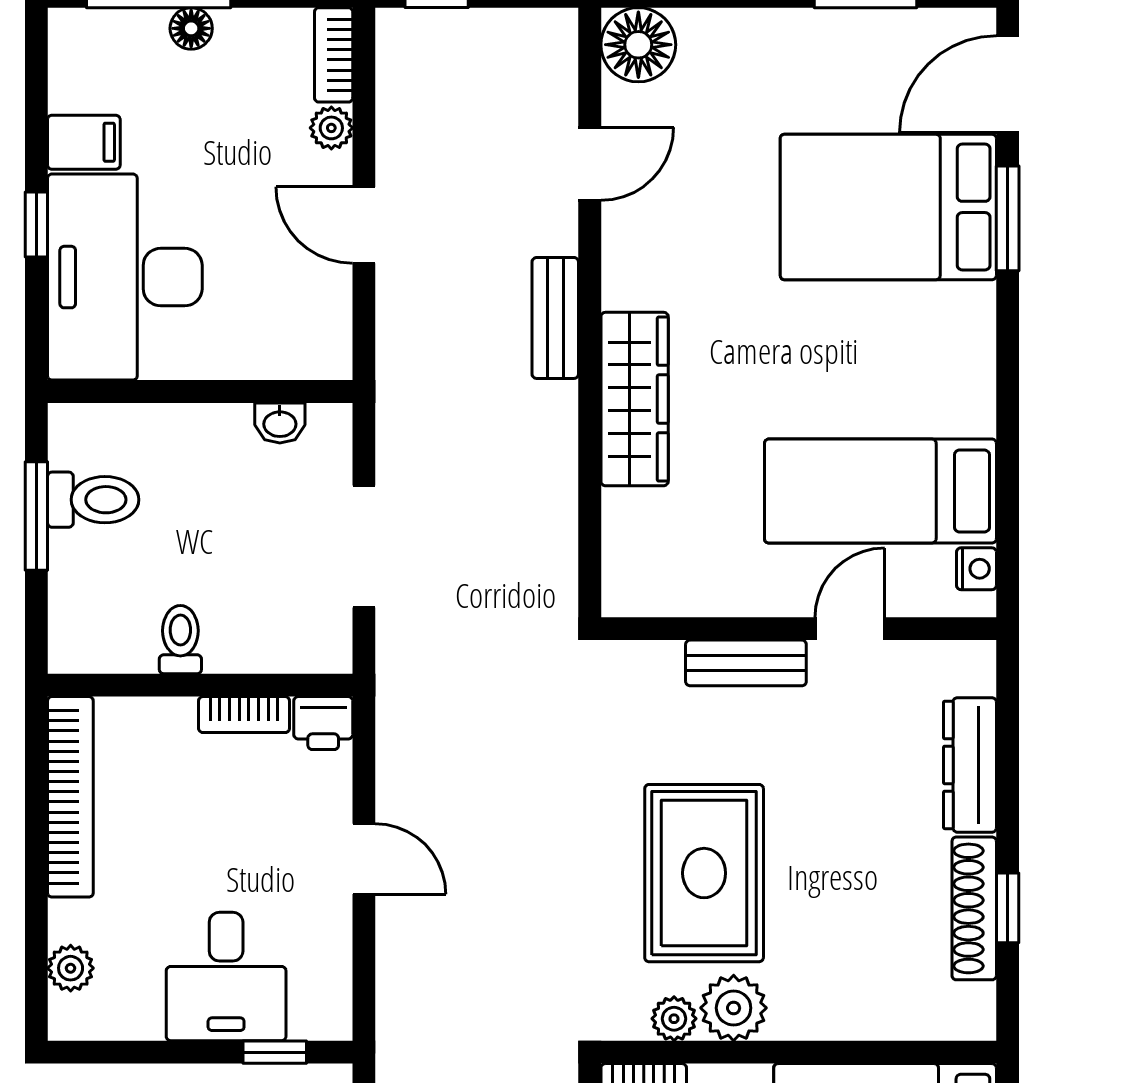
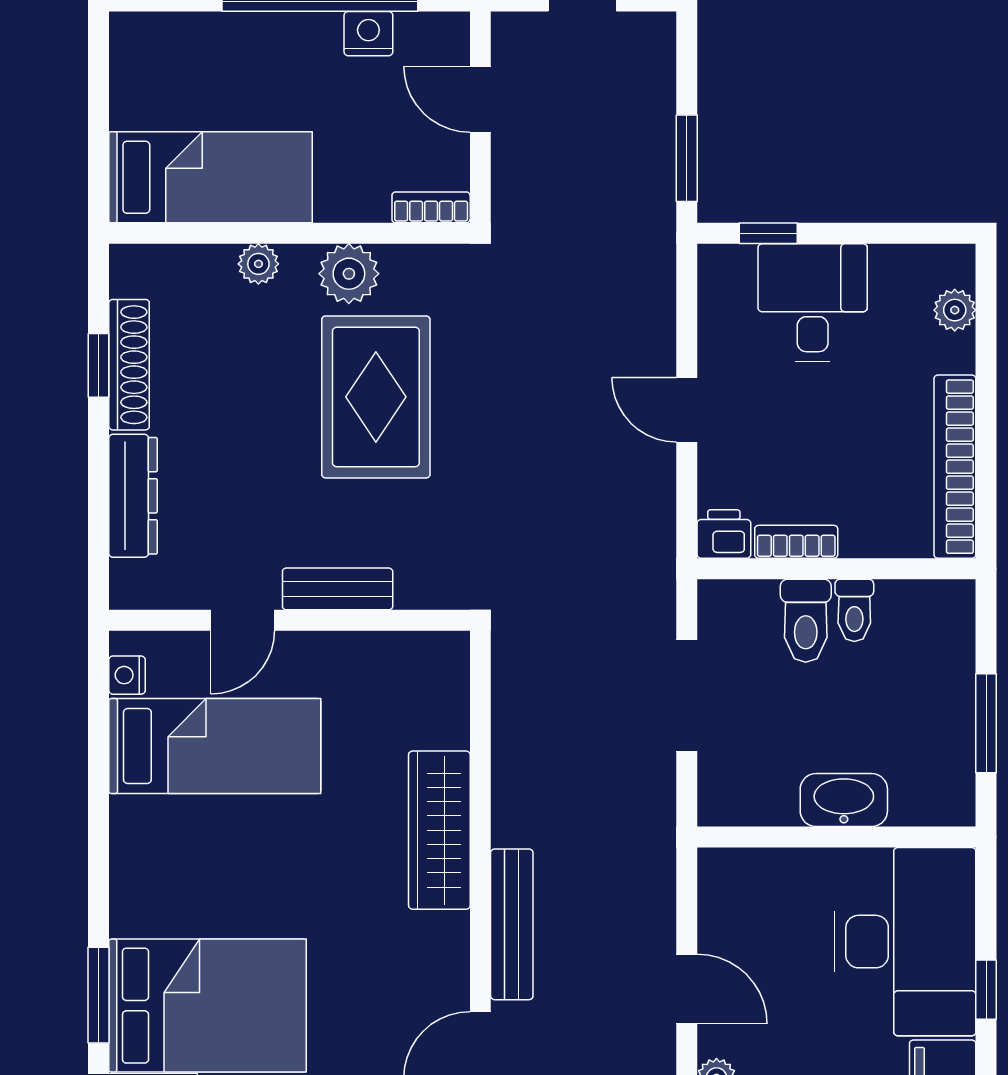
bench: (555, 318) -> (512, 924), width x1.36
washbasin: (280, 423) -> (844, 800), moved, width x1.91, depth x1.45
toilet: (93, 500) -> (806, 621), moved, turned -90
plant: (674, 1019) -> (258, 264), moved

